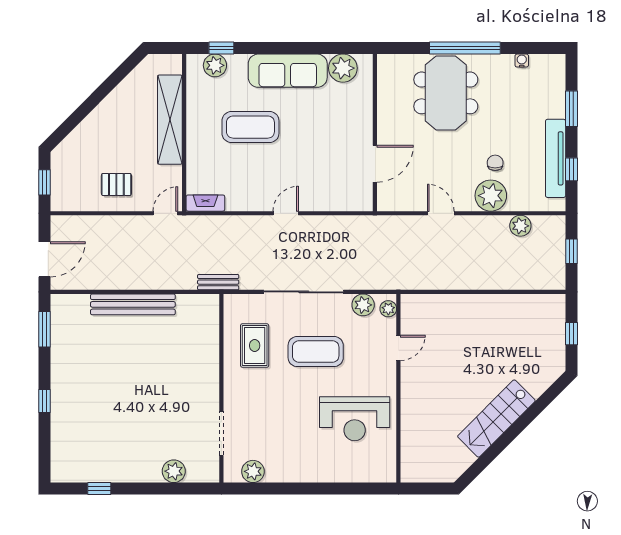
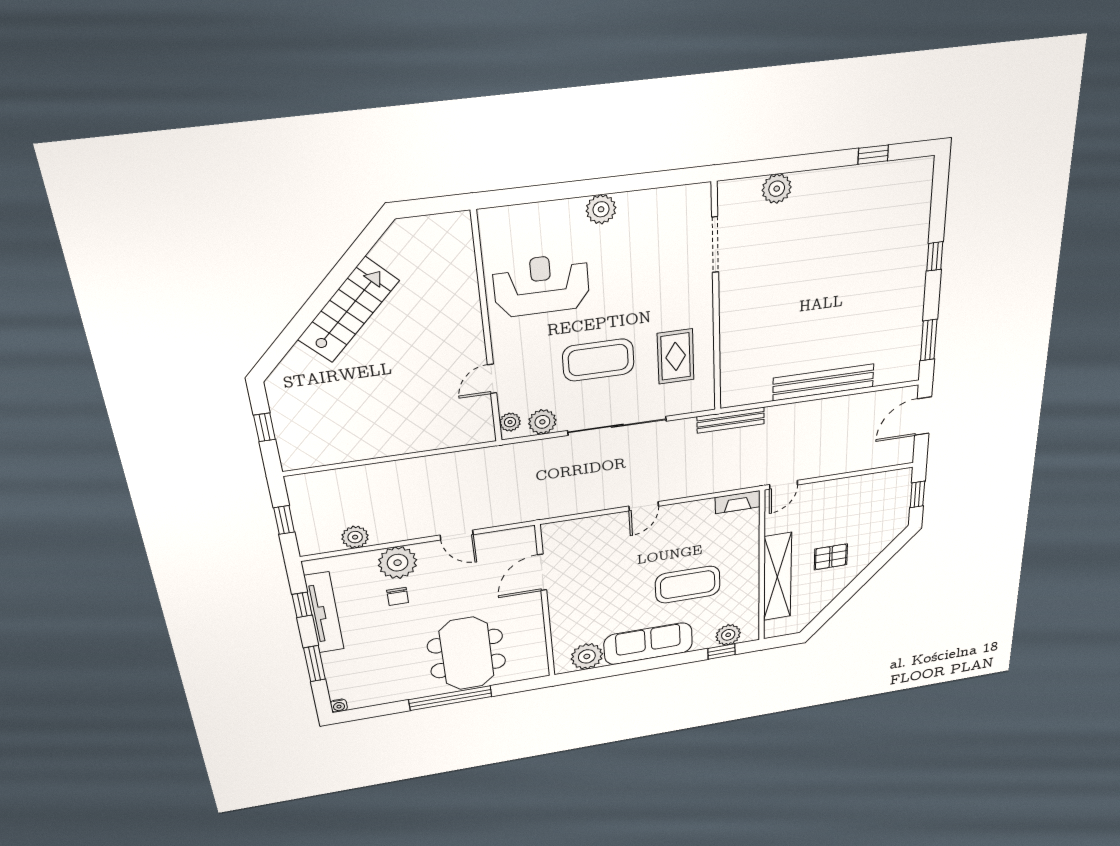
water cooler: (522, 61) -> (339, 706), moved
pallet: (116, 184) -> (831, 557), moved
bench: (218, 282) -> (731, 420), width x1.36
plant: (253, 471) -> (601, 209), moved

